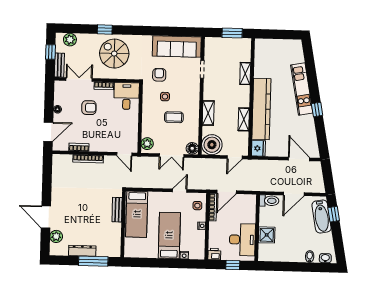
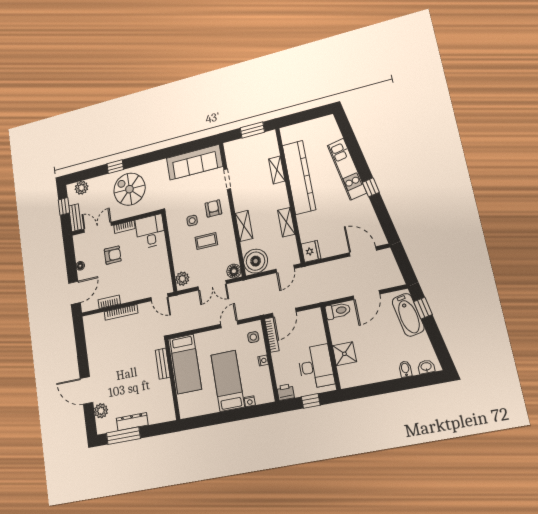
armchair: (159, 75) -> (213, 208), moved
kitchen counter: (261, 109) -> (299, 177), moved
window: (93, 261) -> (123, 436), moved

